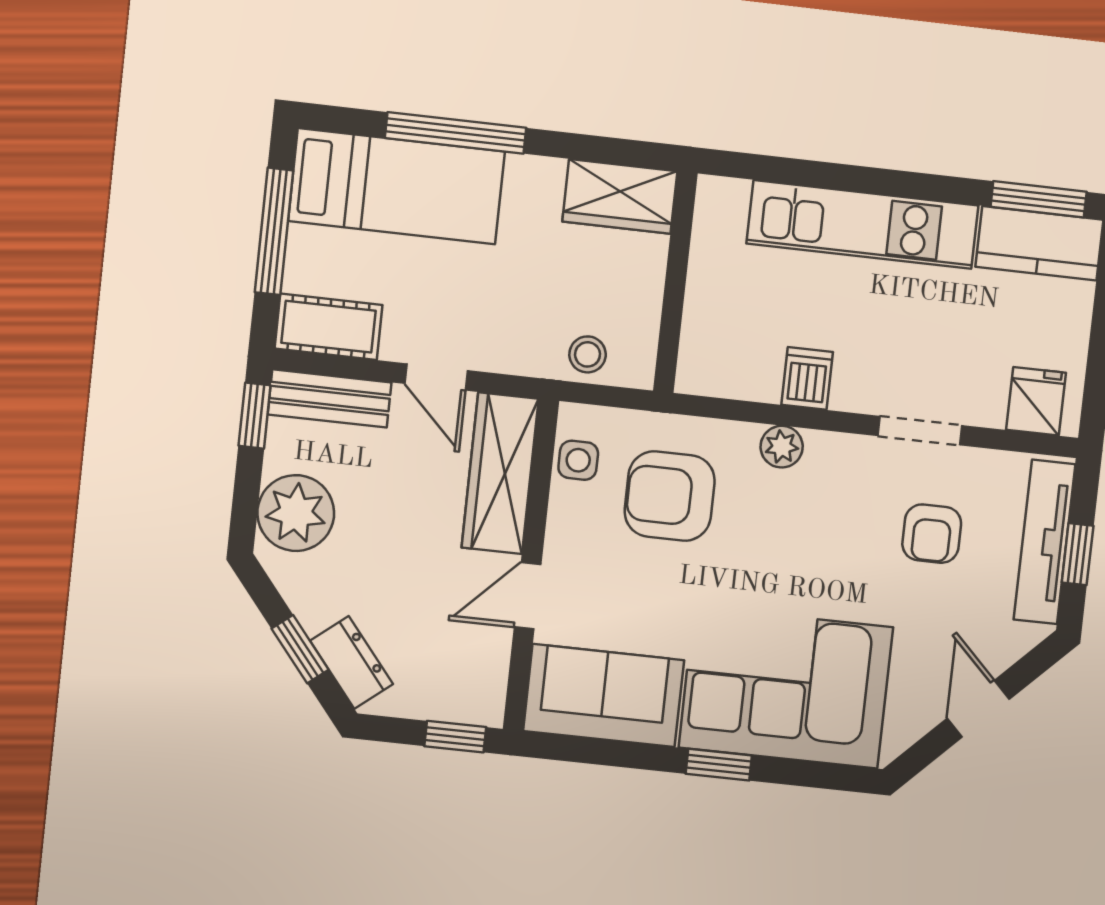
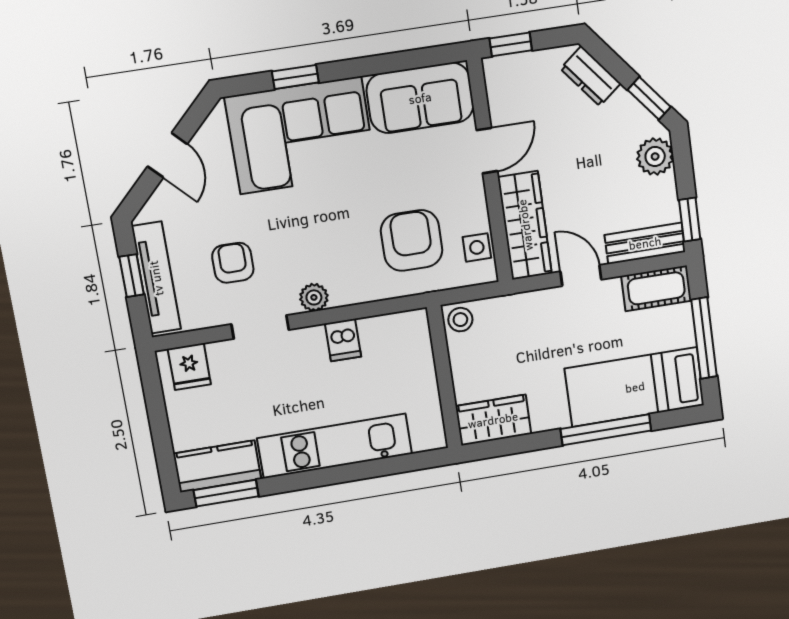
stool: (588, 354) -> (460, 320), moved
plant: (782, 447) -> (314, 297), moved
armchair: (670, 496) -> (412, 240), turned -90
plant: (296, 513) -> (655, 157), width x0.73, depth x0.73
window: (300, 649) -> (649, 98), moved
window: (719, 765) -> (295, 77), moved

